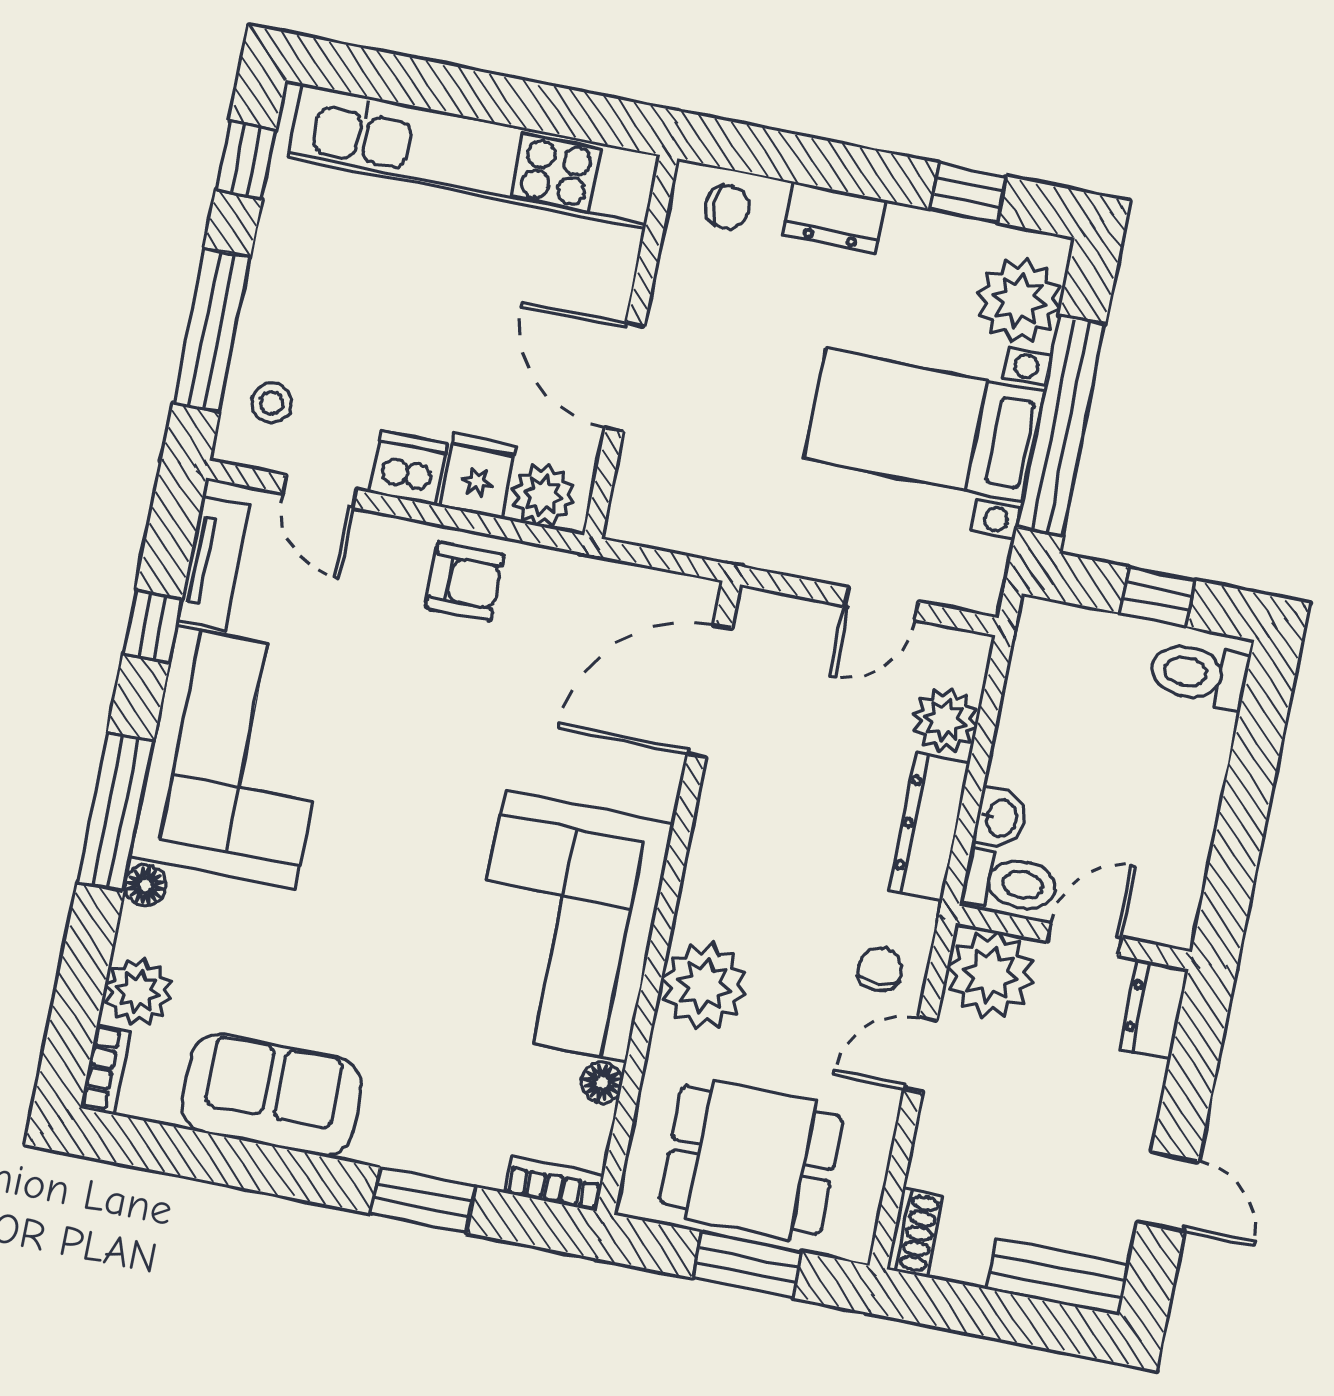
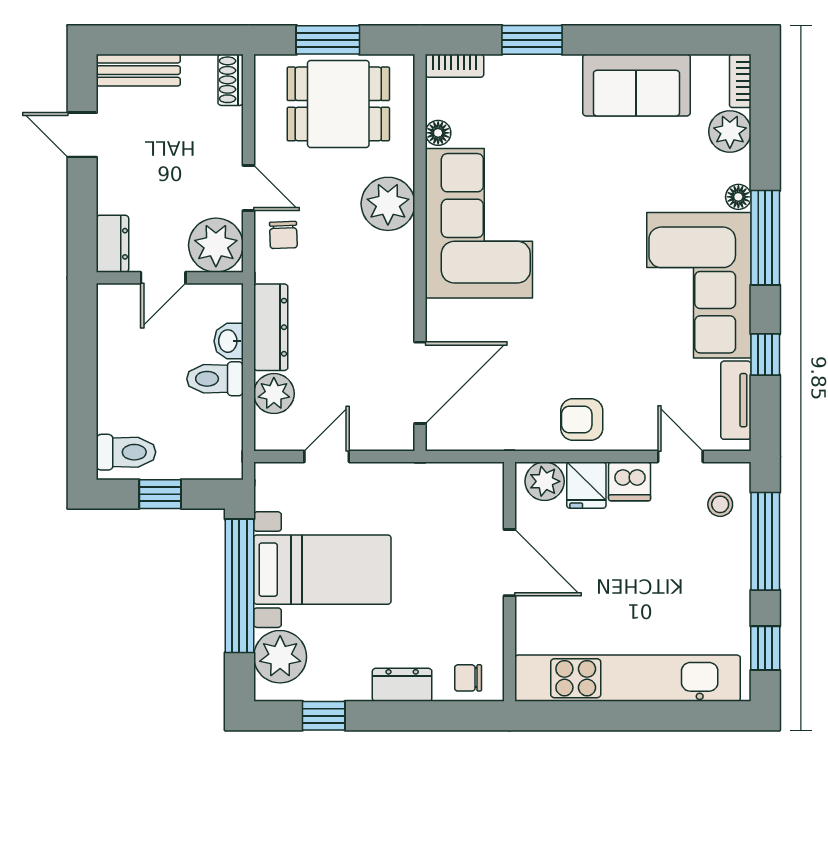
toilet: (1010, 883) -> (215, 379), moved
door: (920, 1055) -> (248, 188), hinge flipped

